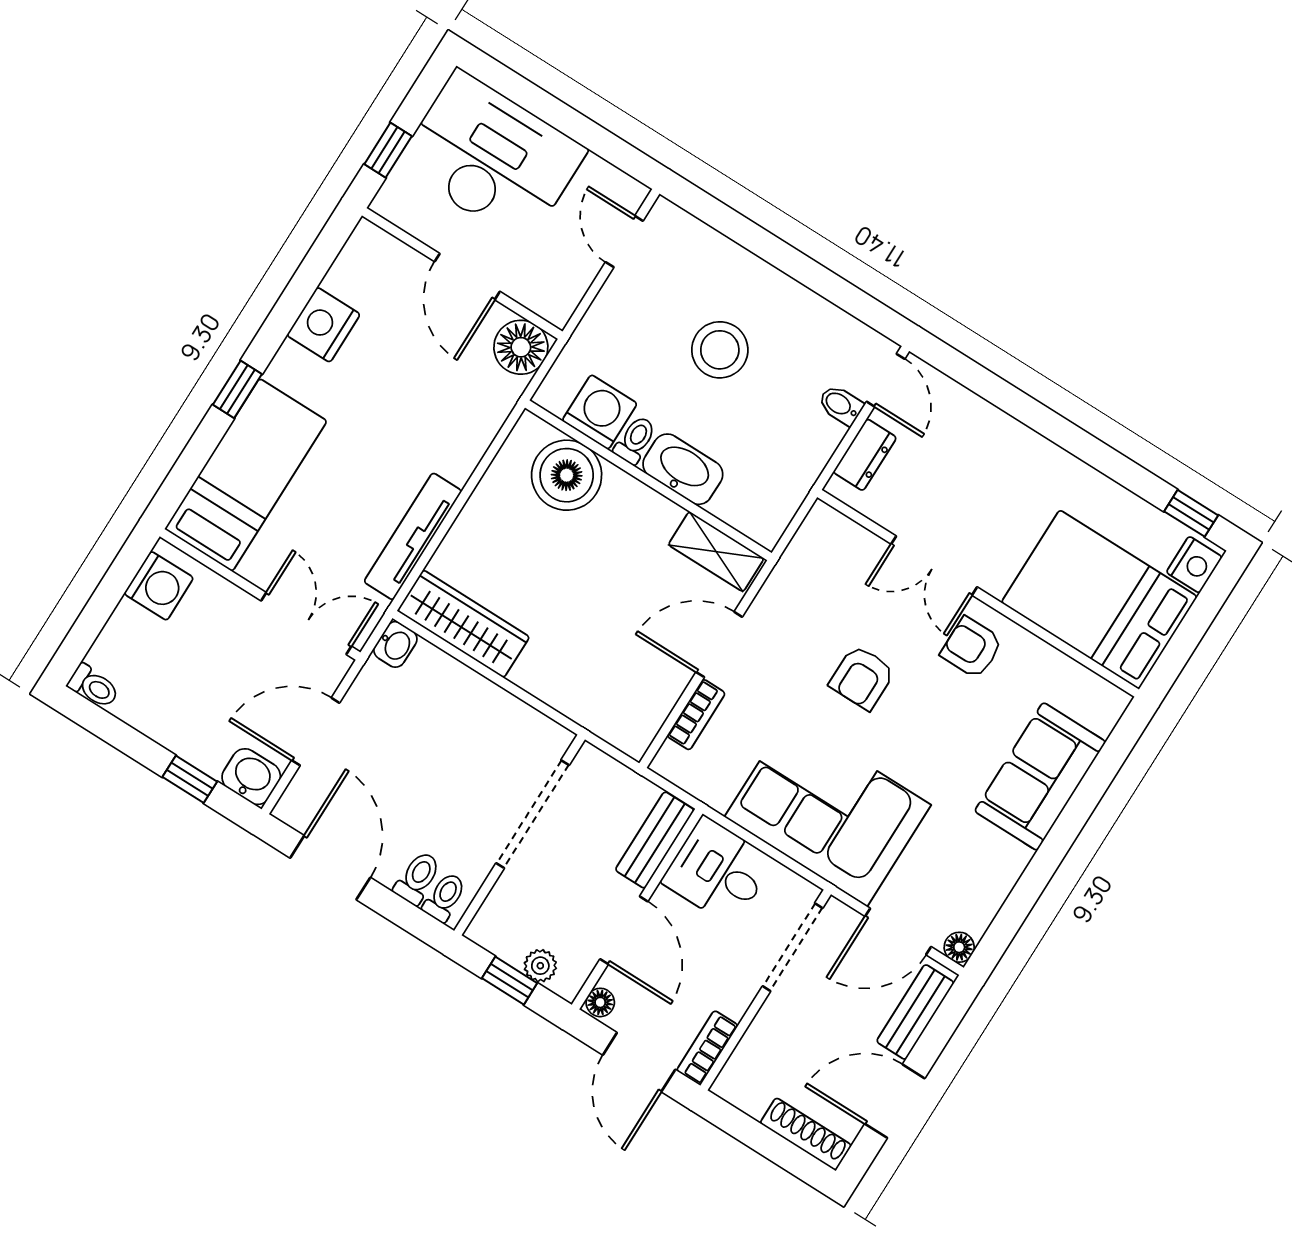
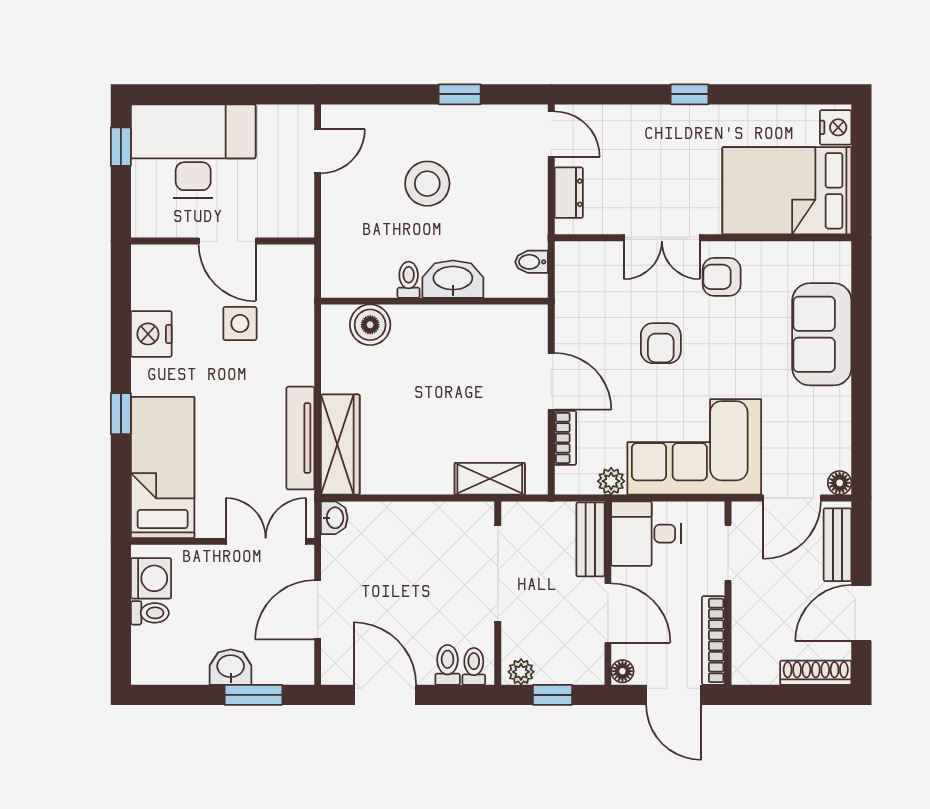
window: (388, 150) -> (121, 147), moved
door: (624, 242) -> (318, 151), swing flipped
window: (815, 276) -> (460, 94), added
floor lamp: (521, 347) -> (293, 266), removed
side table: (425, 373) -> (240, 323), added
bidet: (841, 405) -> (532, 262), moved
washing machine: (600, 412) -> (373, 276), removed
boiler: (567, 475) -> (370, 325), width x0.73, depth x0.73
window: (1191, 513) -> (690, 94), moved
shelving: (716, 552) -> (490, 479), moved
wardrobe: (463, 624) -> (340, 445), moved, turned 90
door: (719, 645) -> (551, 381), swing flipped
toilet: (94, 686) -> (150, 613), moved
washbasin: (251, 777) -> (231, 667), moved
window: (190, 779) -> (253, 695), width x1.50
plant: (716, 792) -> (611, 481), added
doorway: (793, 947) -> (728, 553), width x0.73
plant: (540, 966) -> (521, 672), moved
bookcase: (707, 1048) -> (713, 640), width x1.56

